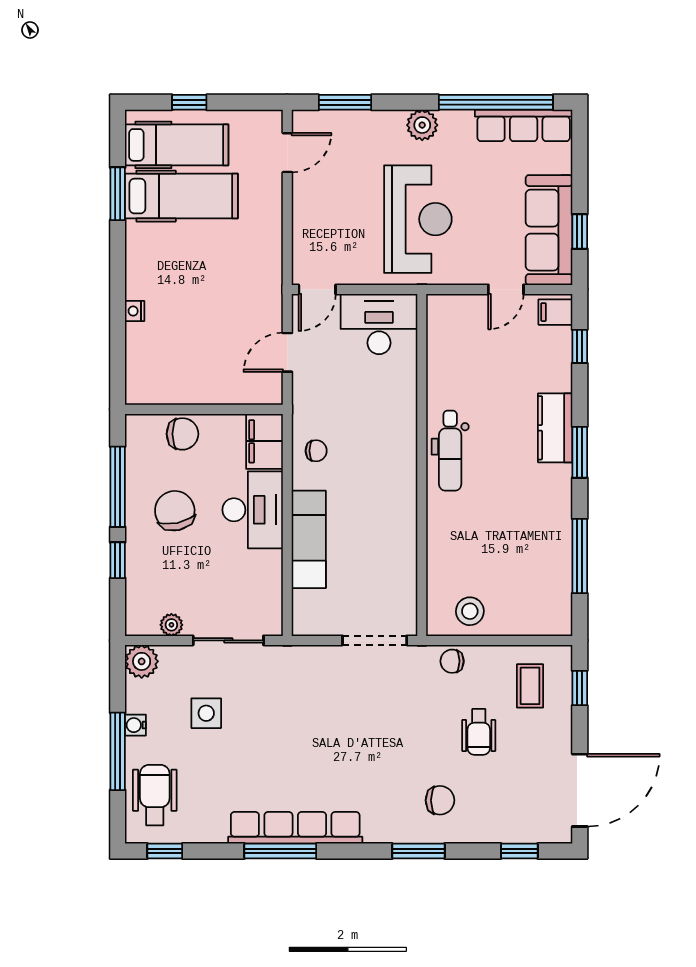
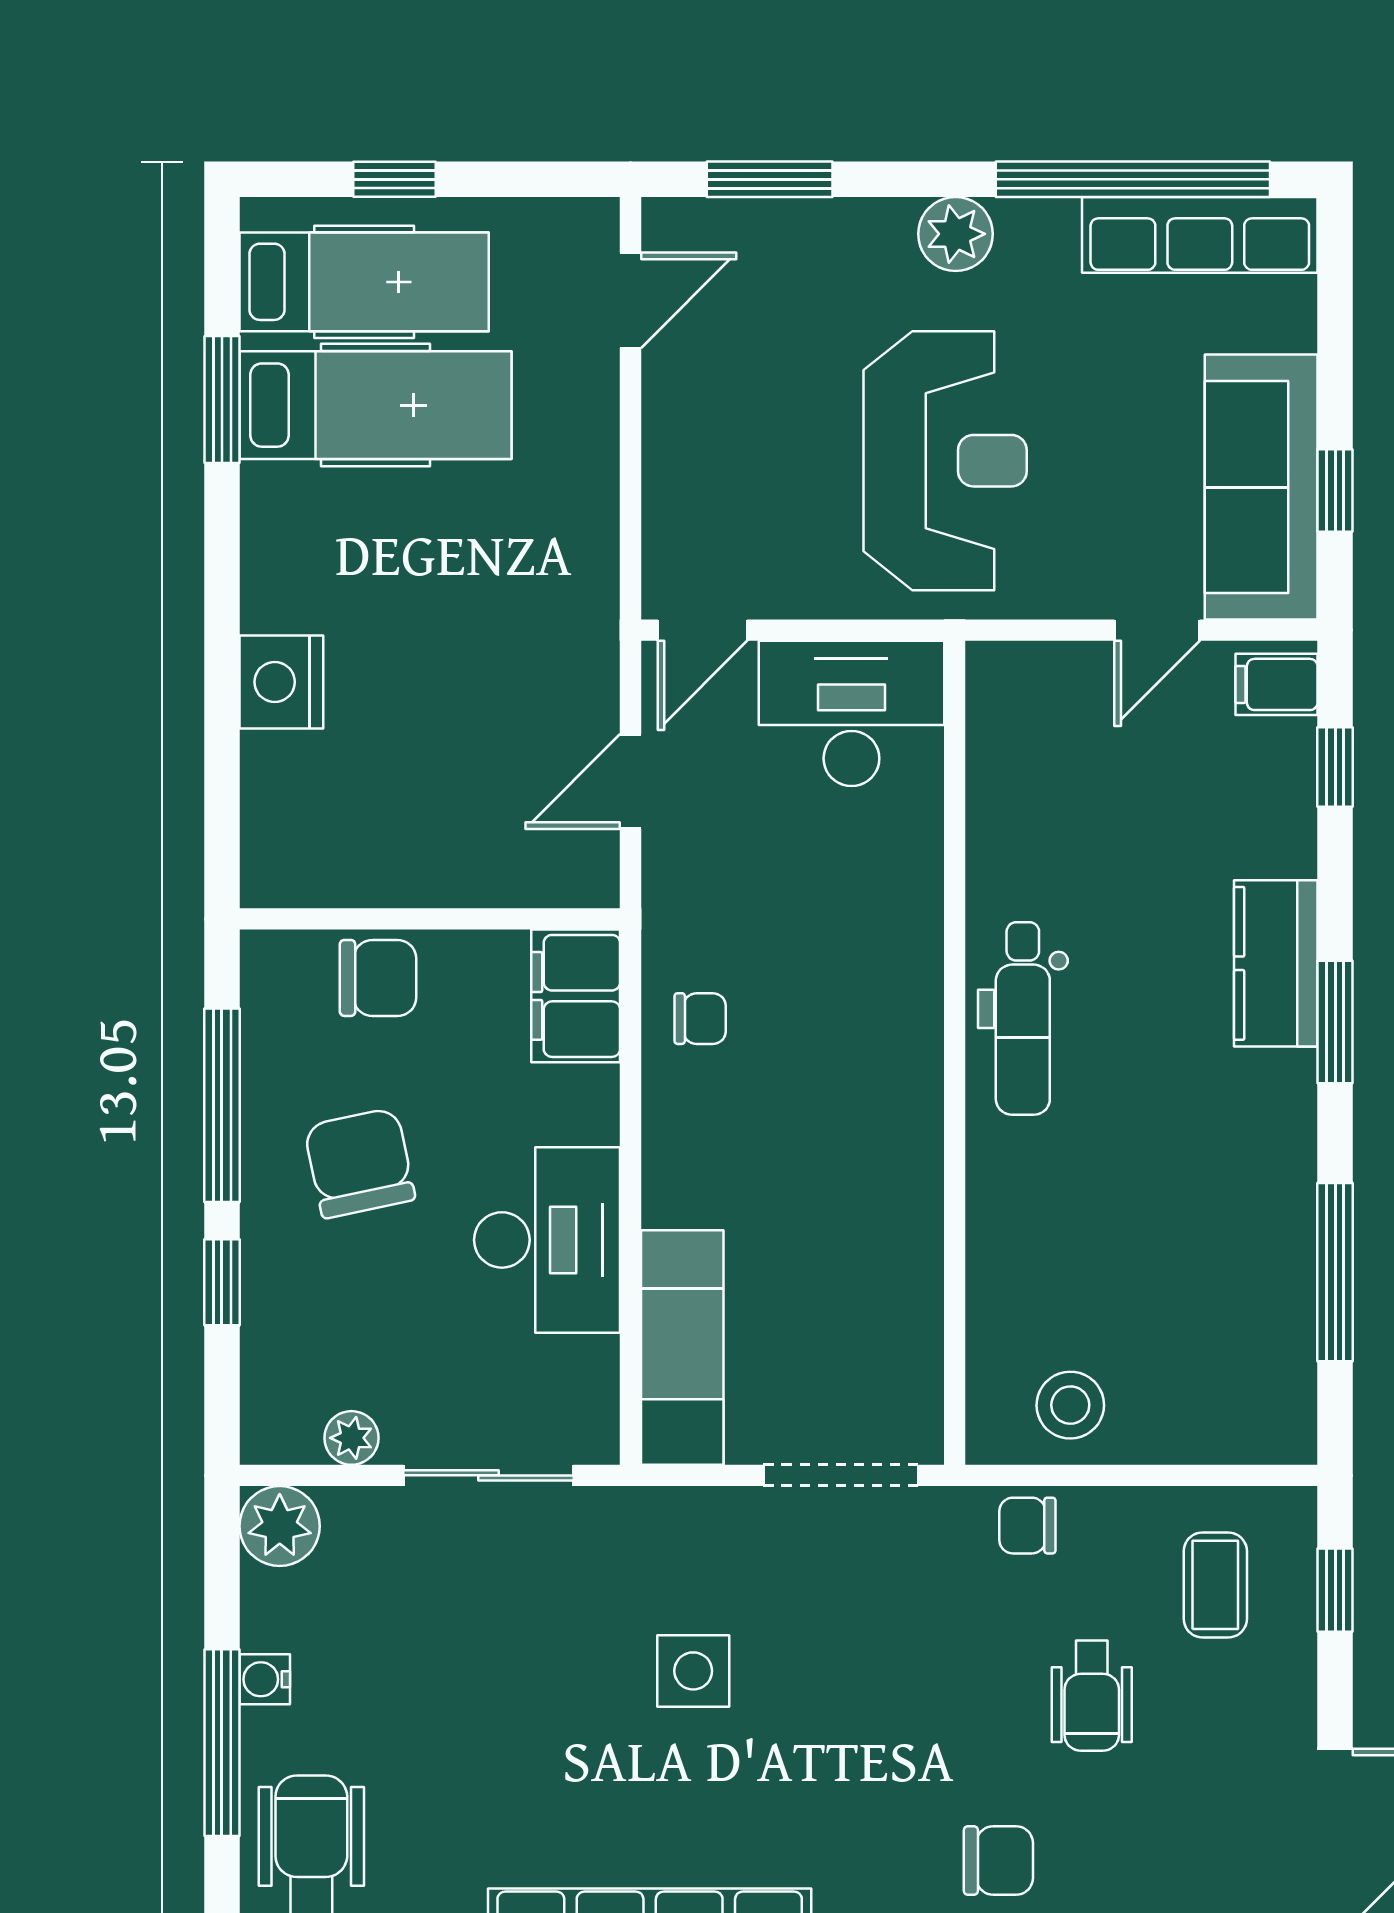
nightstand: (135, 311) -> (281, 682), width x1.89, depth x1.79
desk: (253, 510) -> (547, 1240), moved
exam couch: (309, 539) -> (682, 1348), moved
side table: (206, 713) -> (693, 1671), moved

